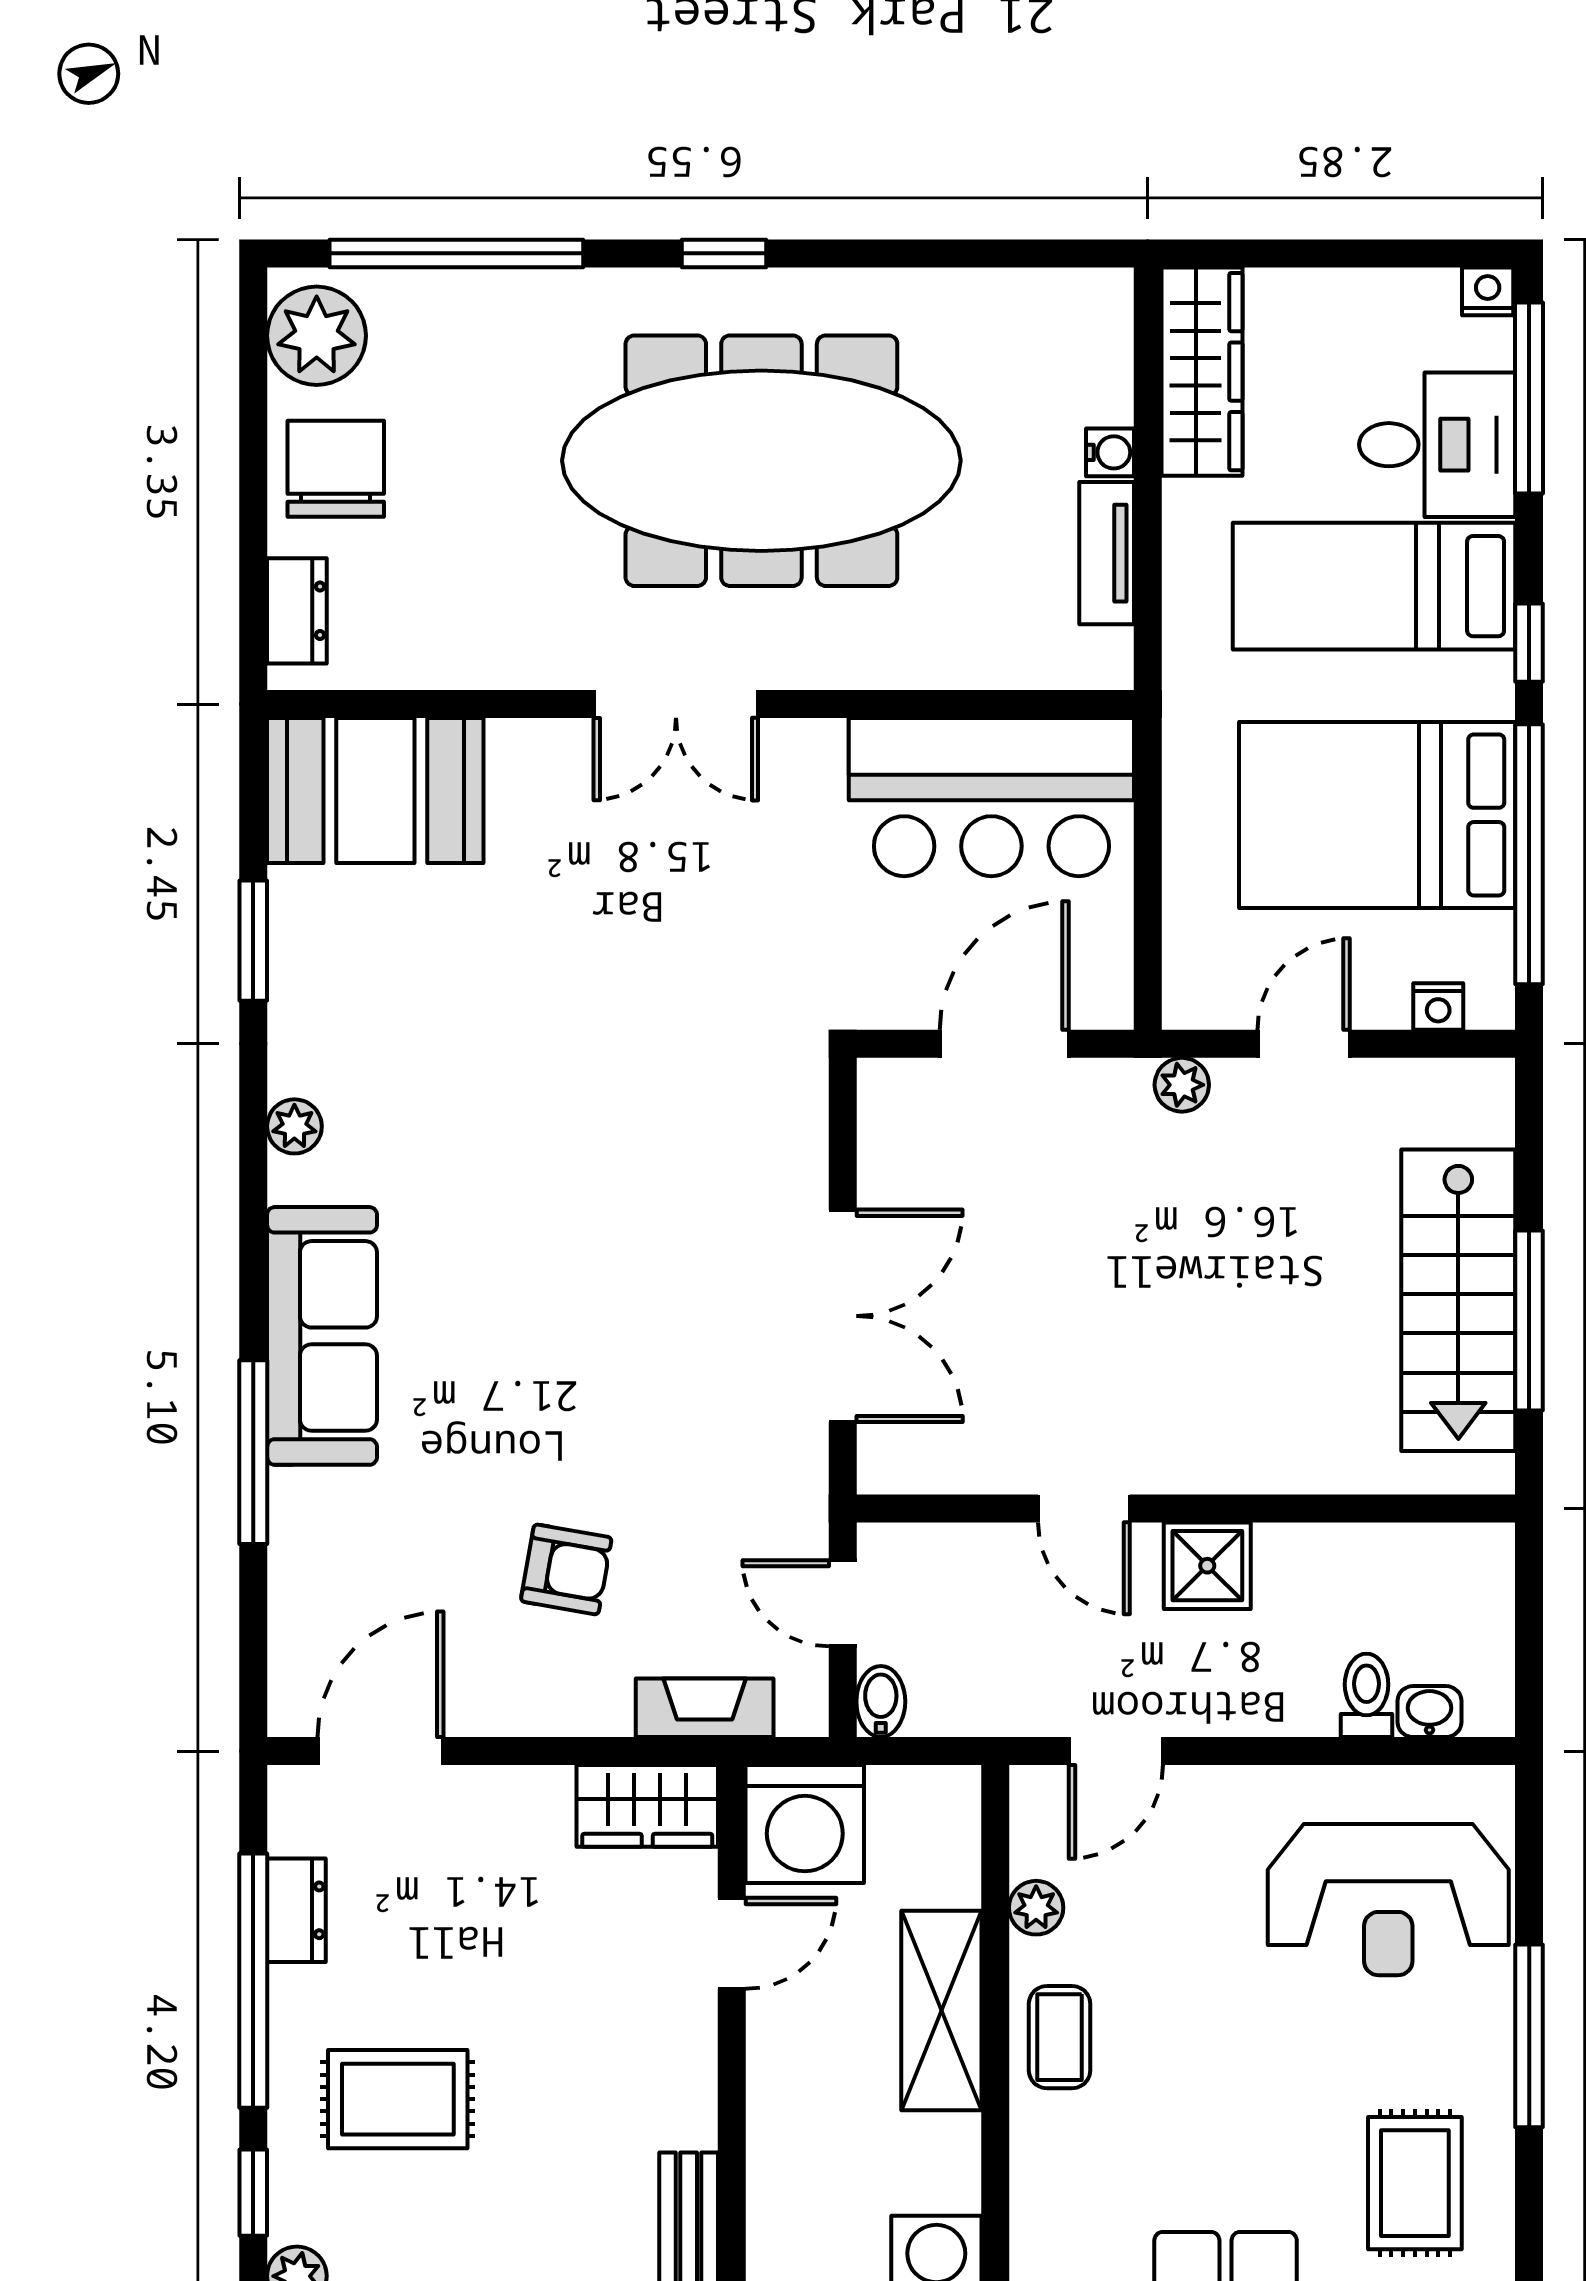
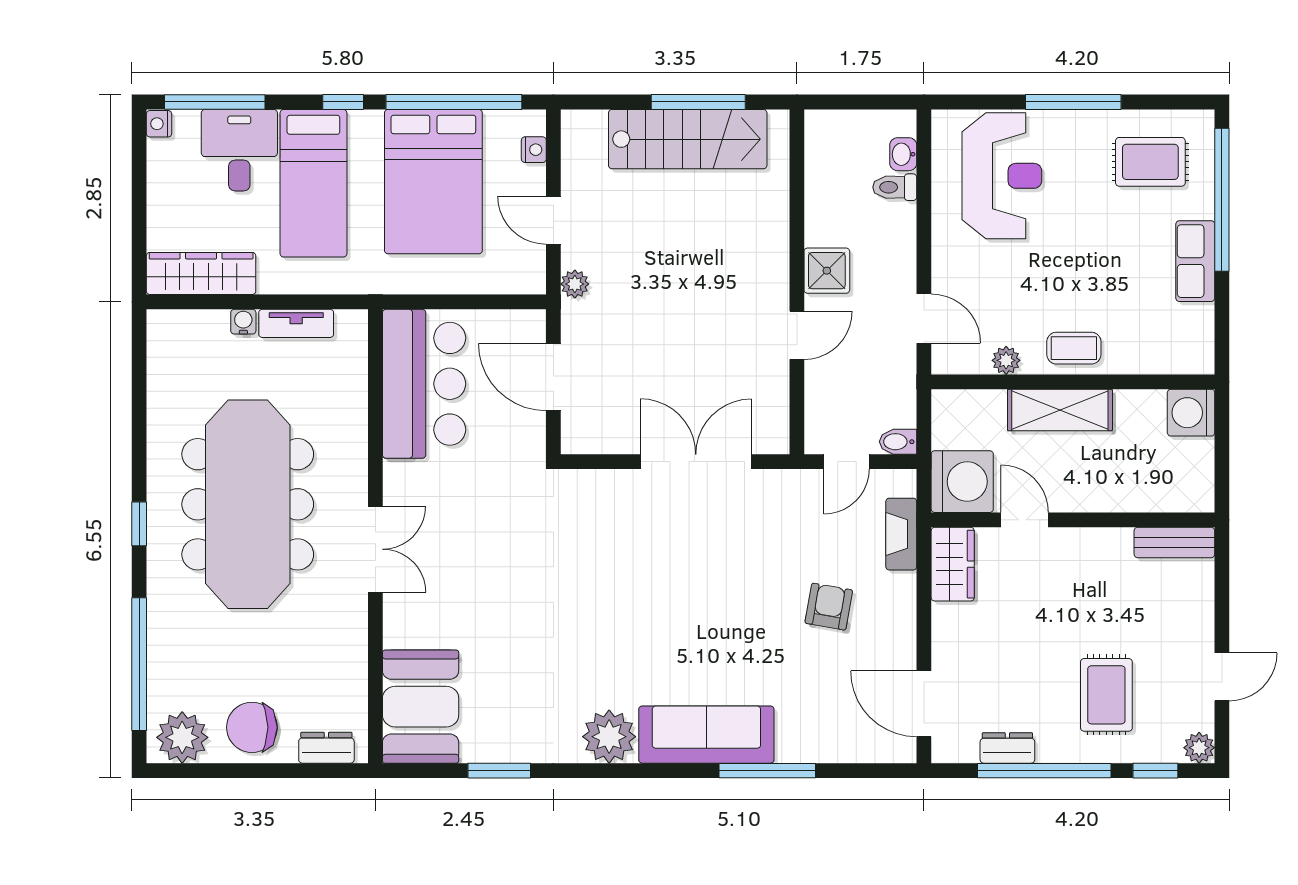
plant: (294, 1126) -> (609, 737), width x1.88, depth x1.88

